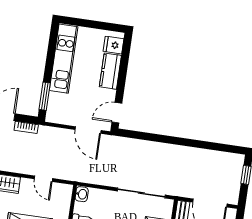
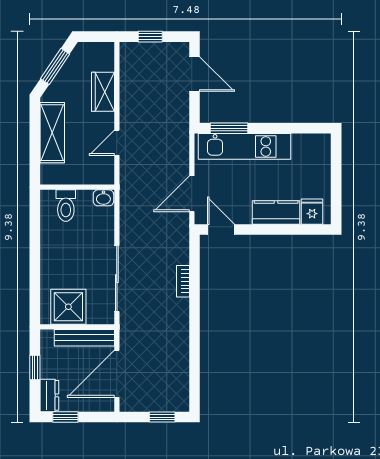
kitchen unit: (64, 59) -> (245, 146), moved
bookcase: (26, 127) -> (183, 281), moved

